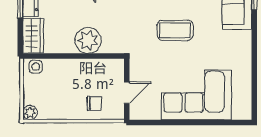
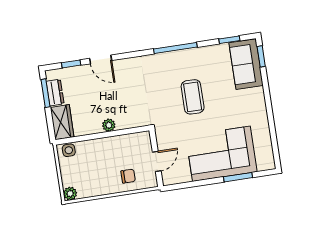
coffee table: (175, 30) -> (193, 97), turned 90
plant: (88, 40) -> (109, 125), width x0.53, depth x0.53
window: (210, 122) -> (238, 177), added

